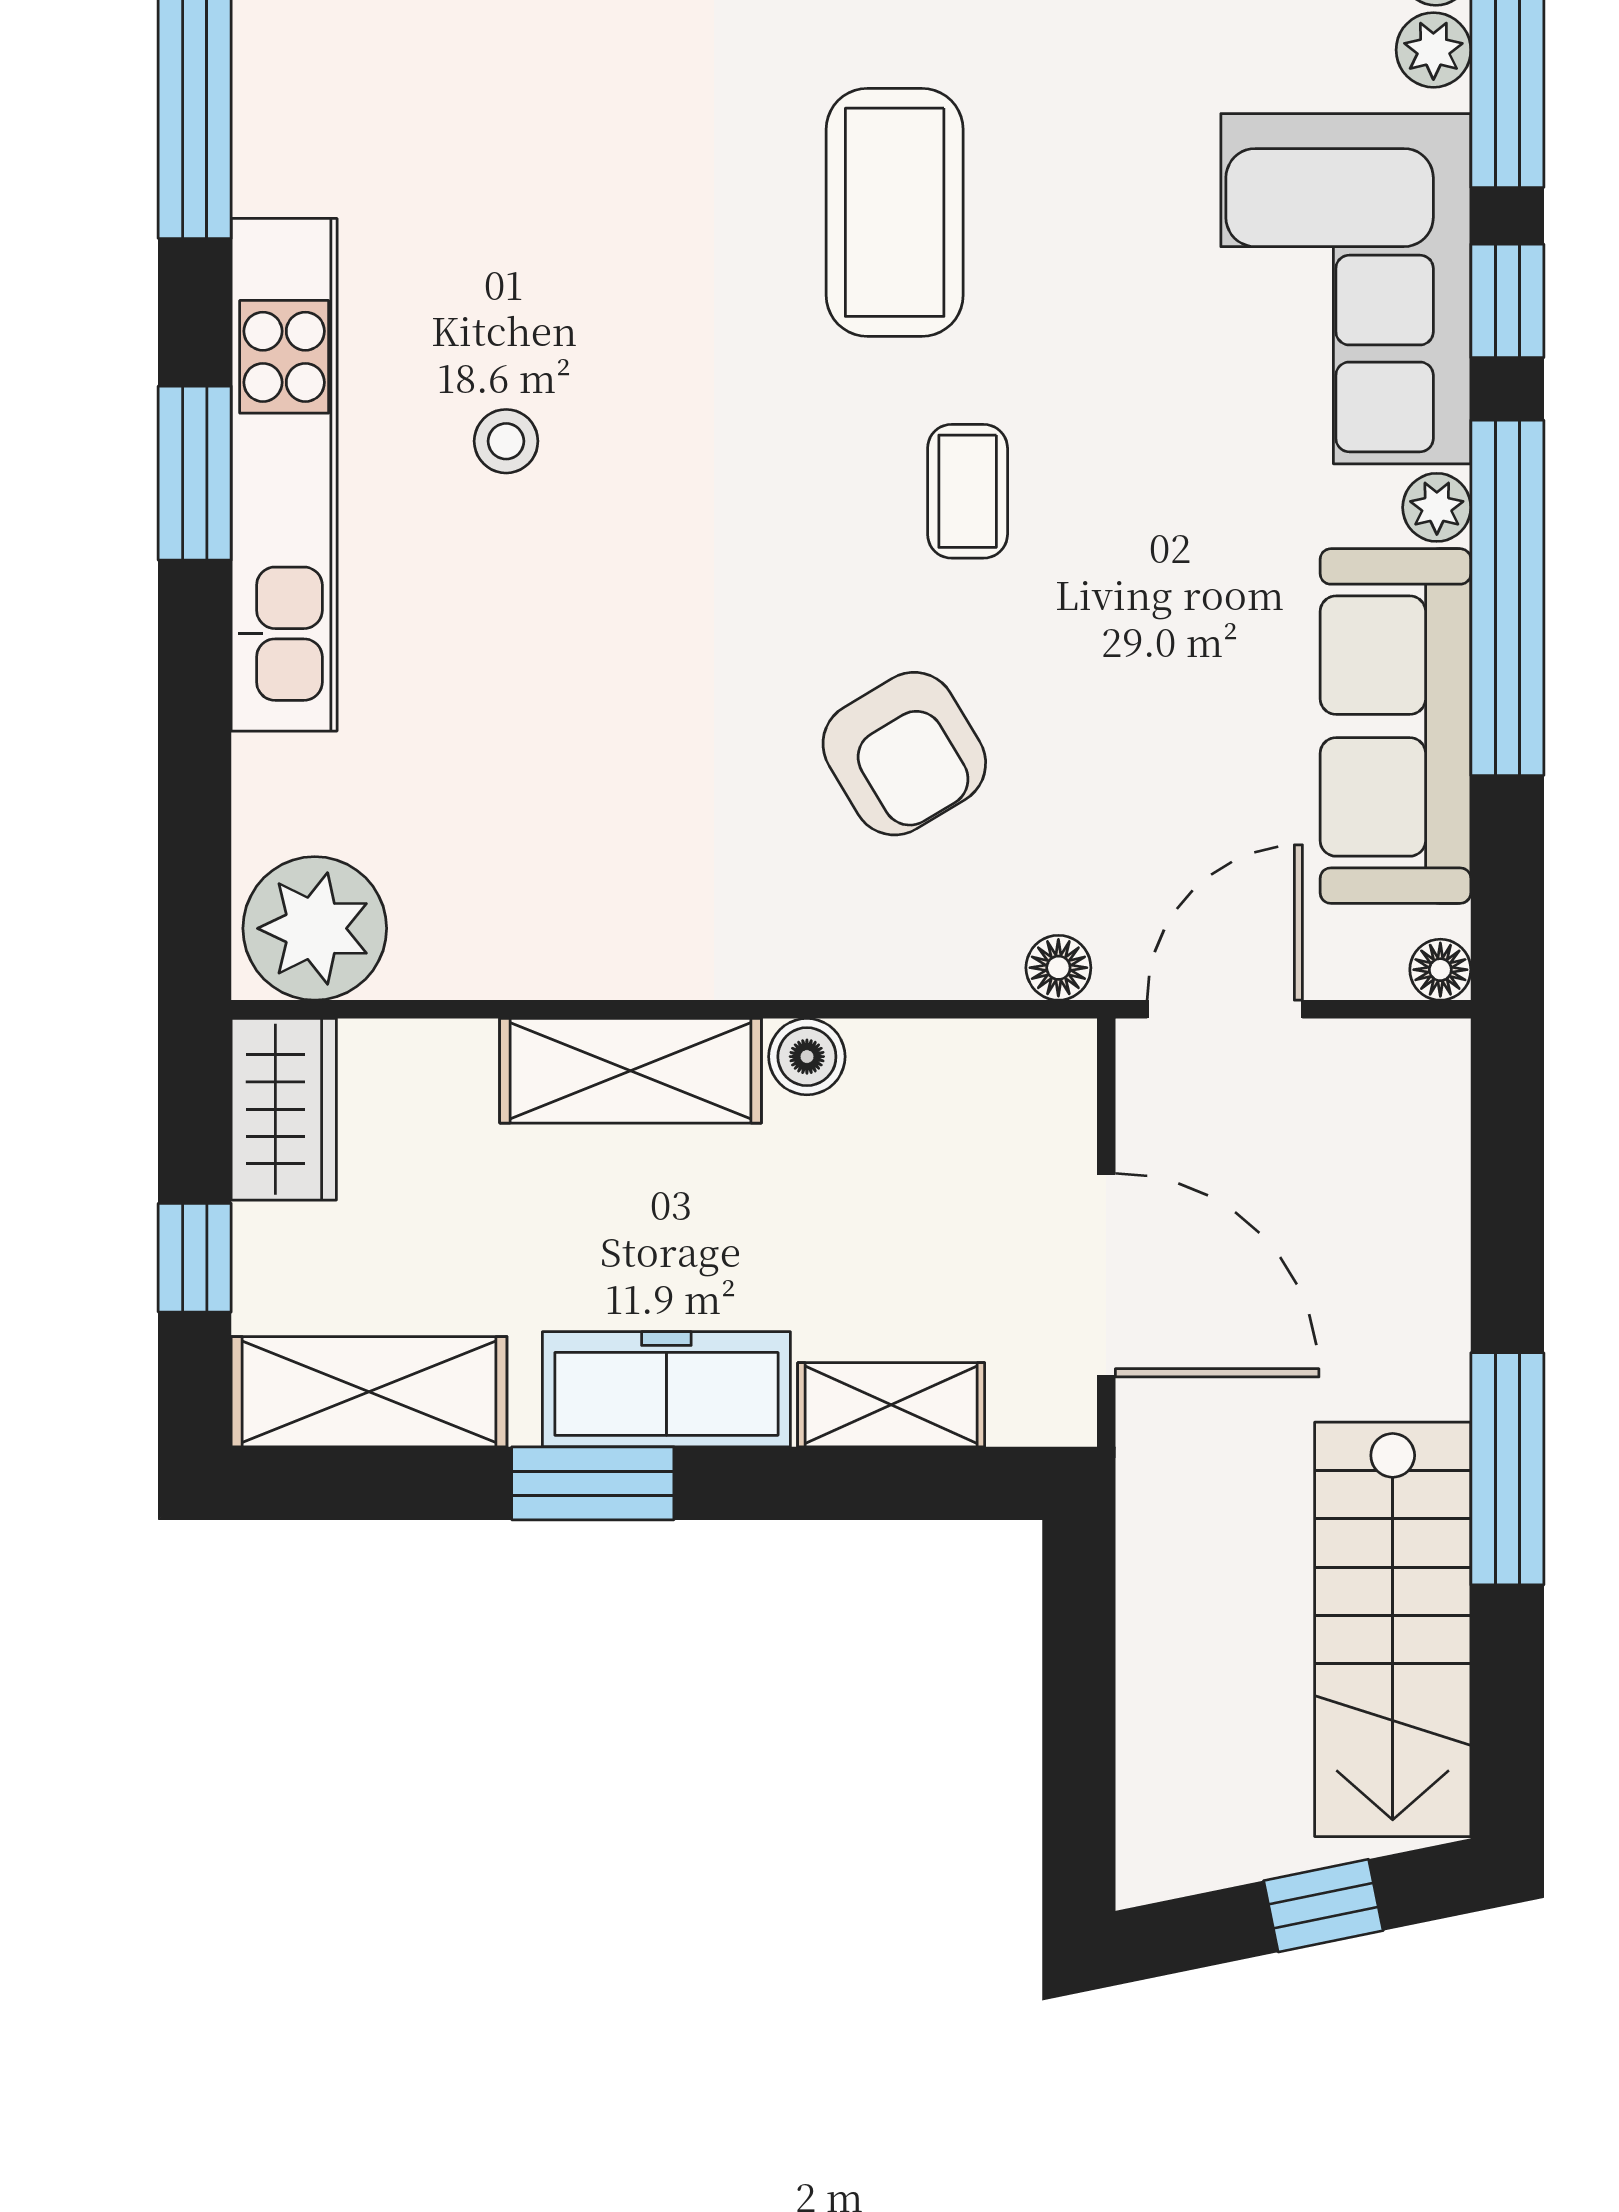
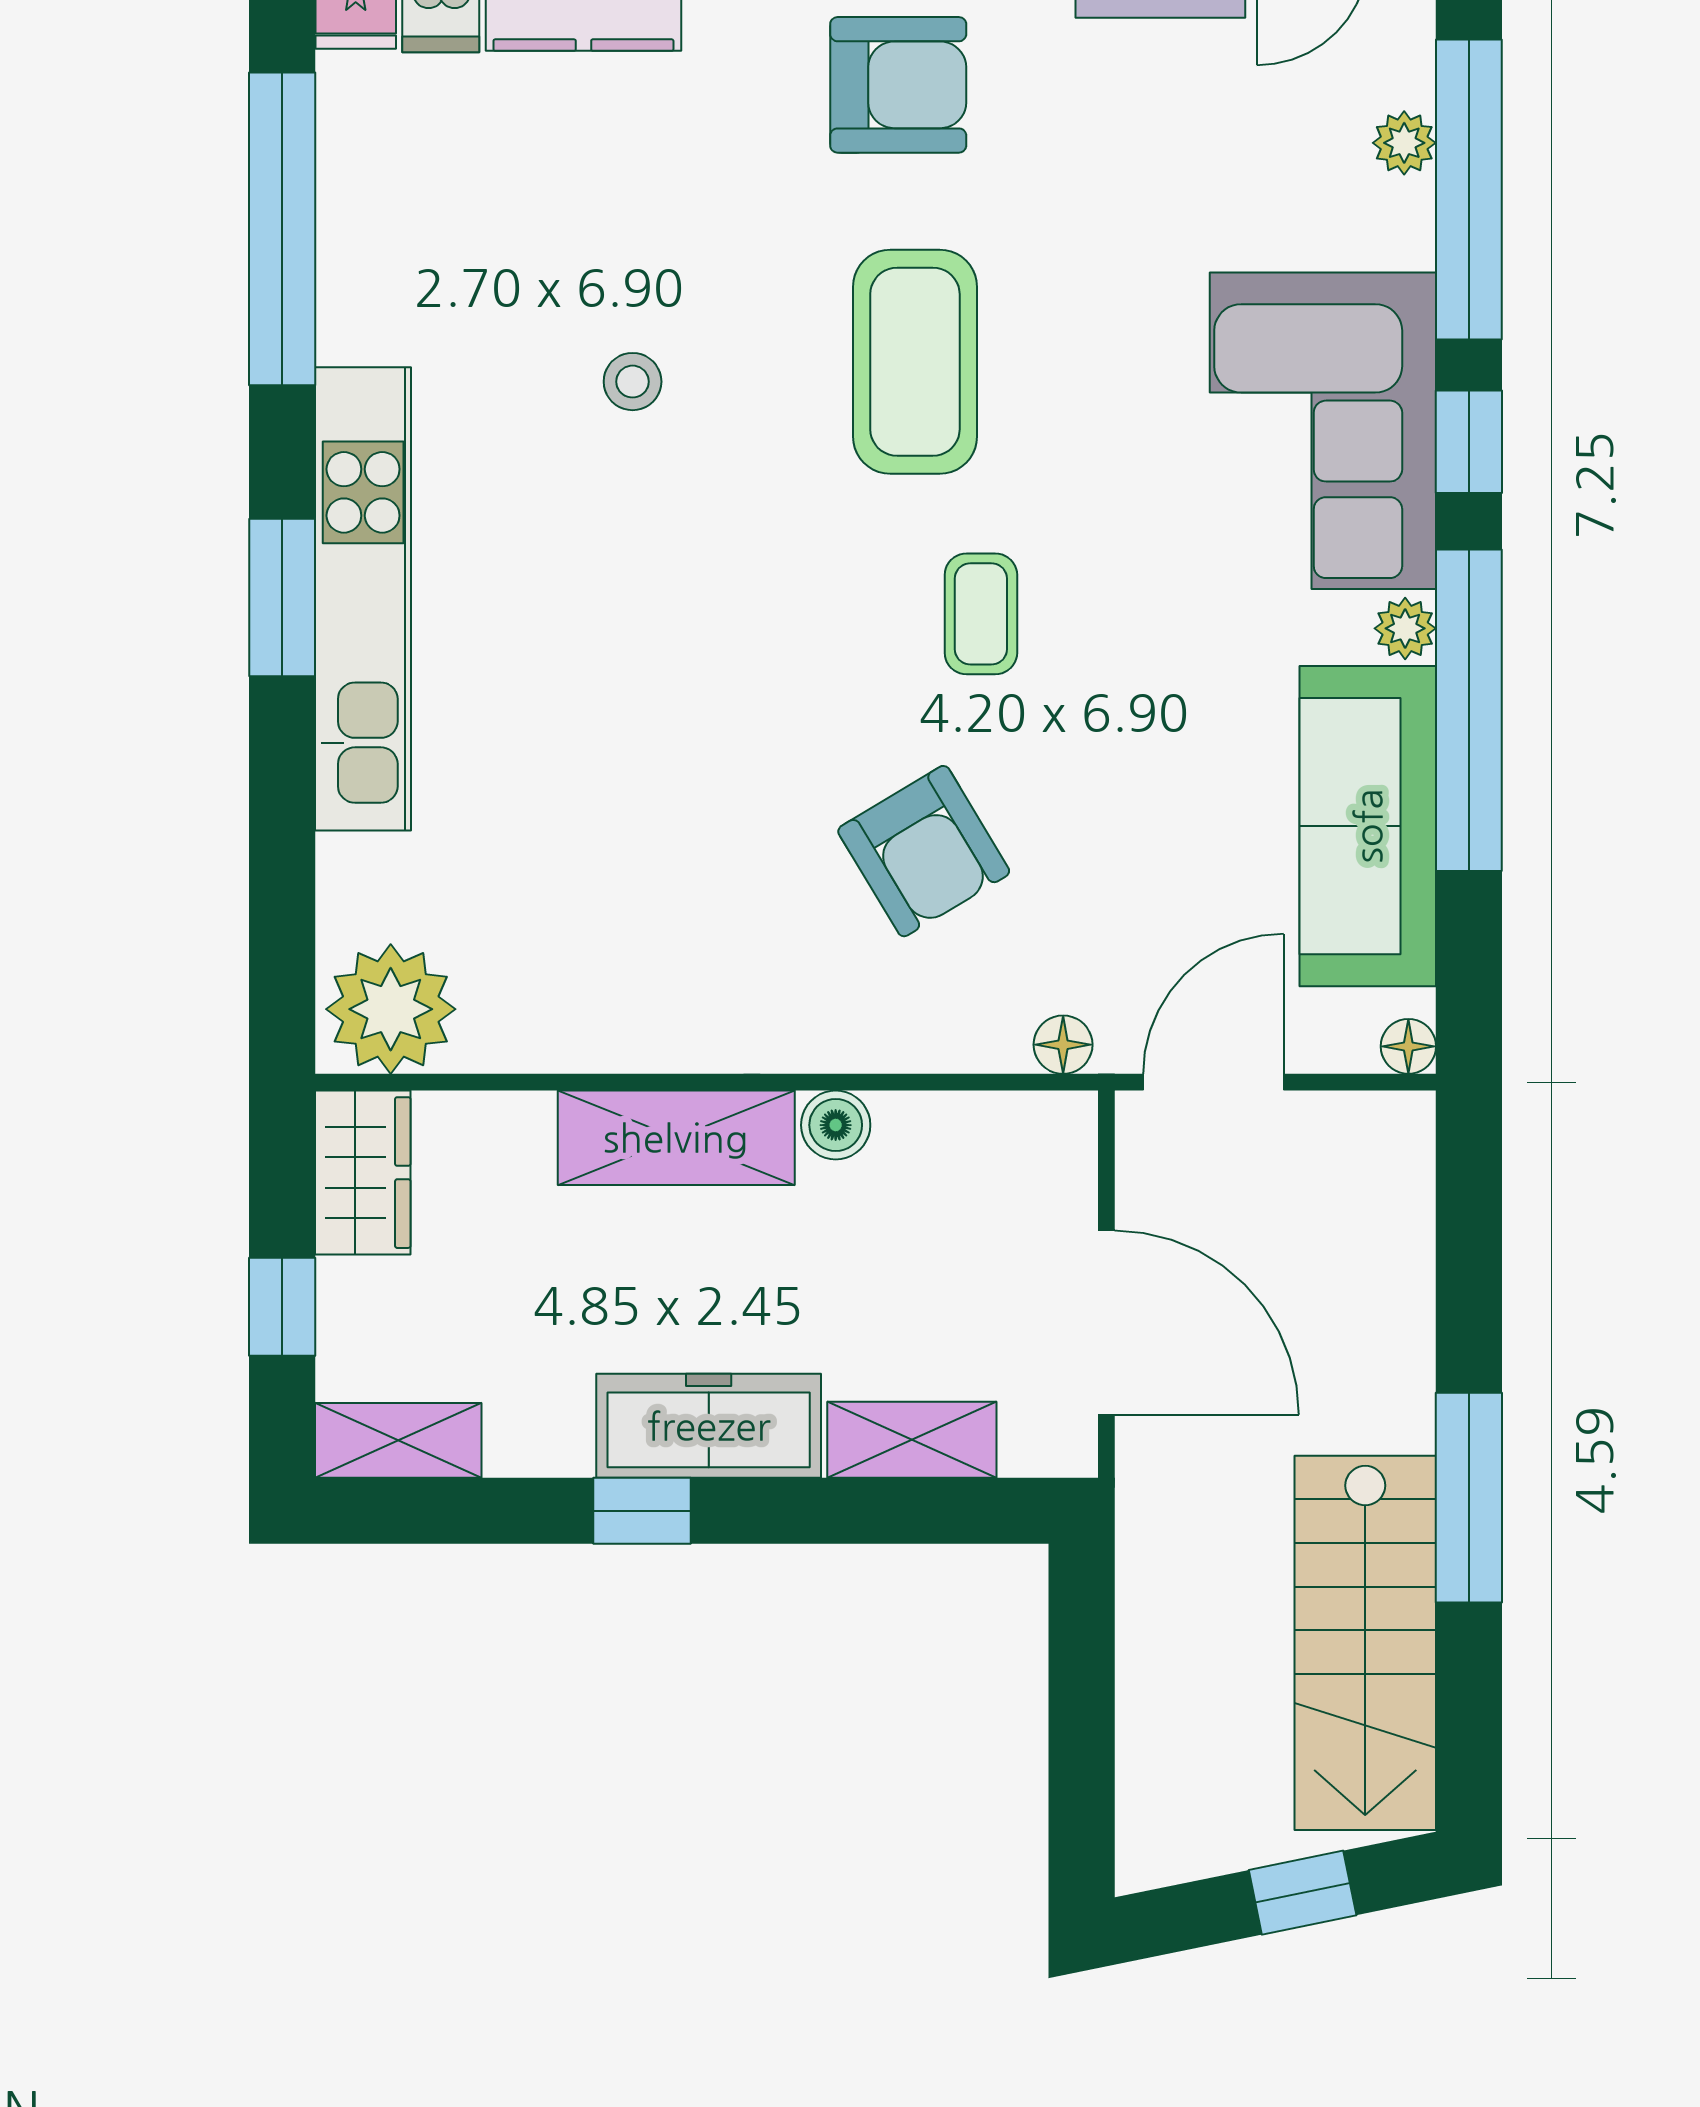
plant: (1433, 50) -> (1402, 215), removed
stool: (506, 441) -> (633, 382), moved
shelving: (369, 1392) -> (398, 1440), width x0.67, depth x0.75
window: (593, 1483) -> (642, 1511), width x0.67

